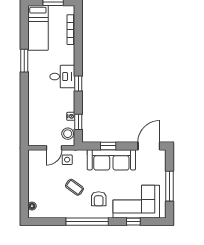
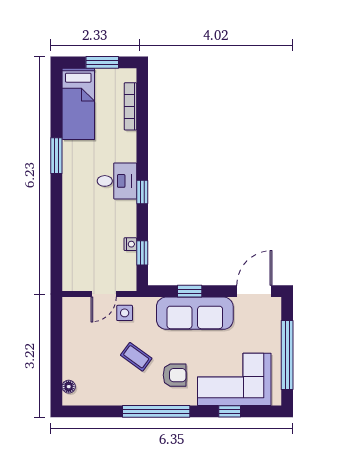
stool: (68, 134) -> (125, 272), removed
window: (170, 186) -> (287, 355), width x1.46
armchair: (99, 199) -> (175, 375), turned -90

